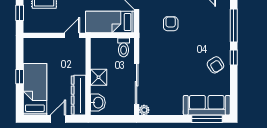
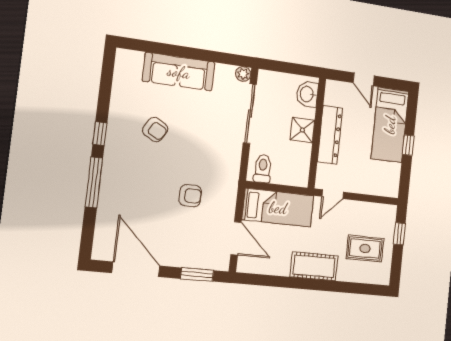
armchair: (171, 24) -> (190, 196), turned -90
armchair: (215, 65) -> (155, 130), moved, turned 153
dresser: (78, 95) -> (330, 135), moved
sofa: (207, 105) -> (179, 72), moved
door: (58, 119) -> (364, 79), hinge flipped
window: (207, 119) -> (152, 47), removed

